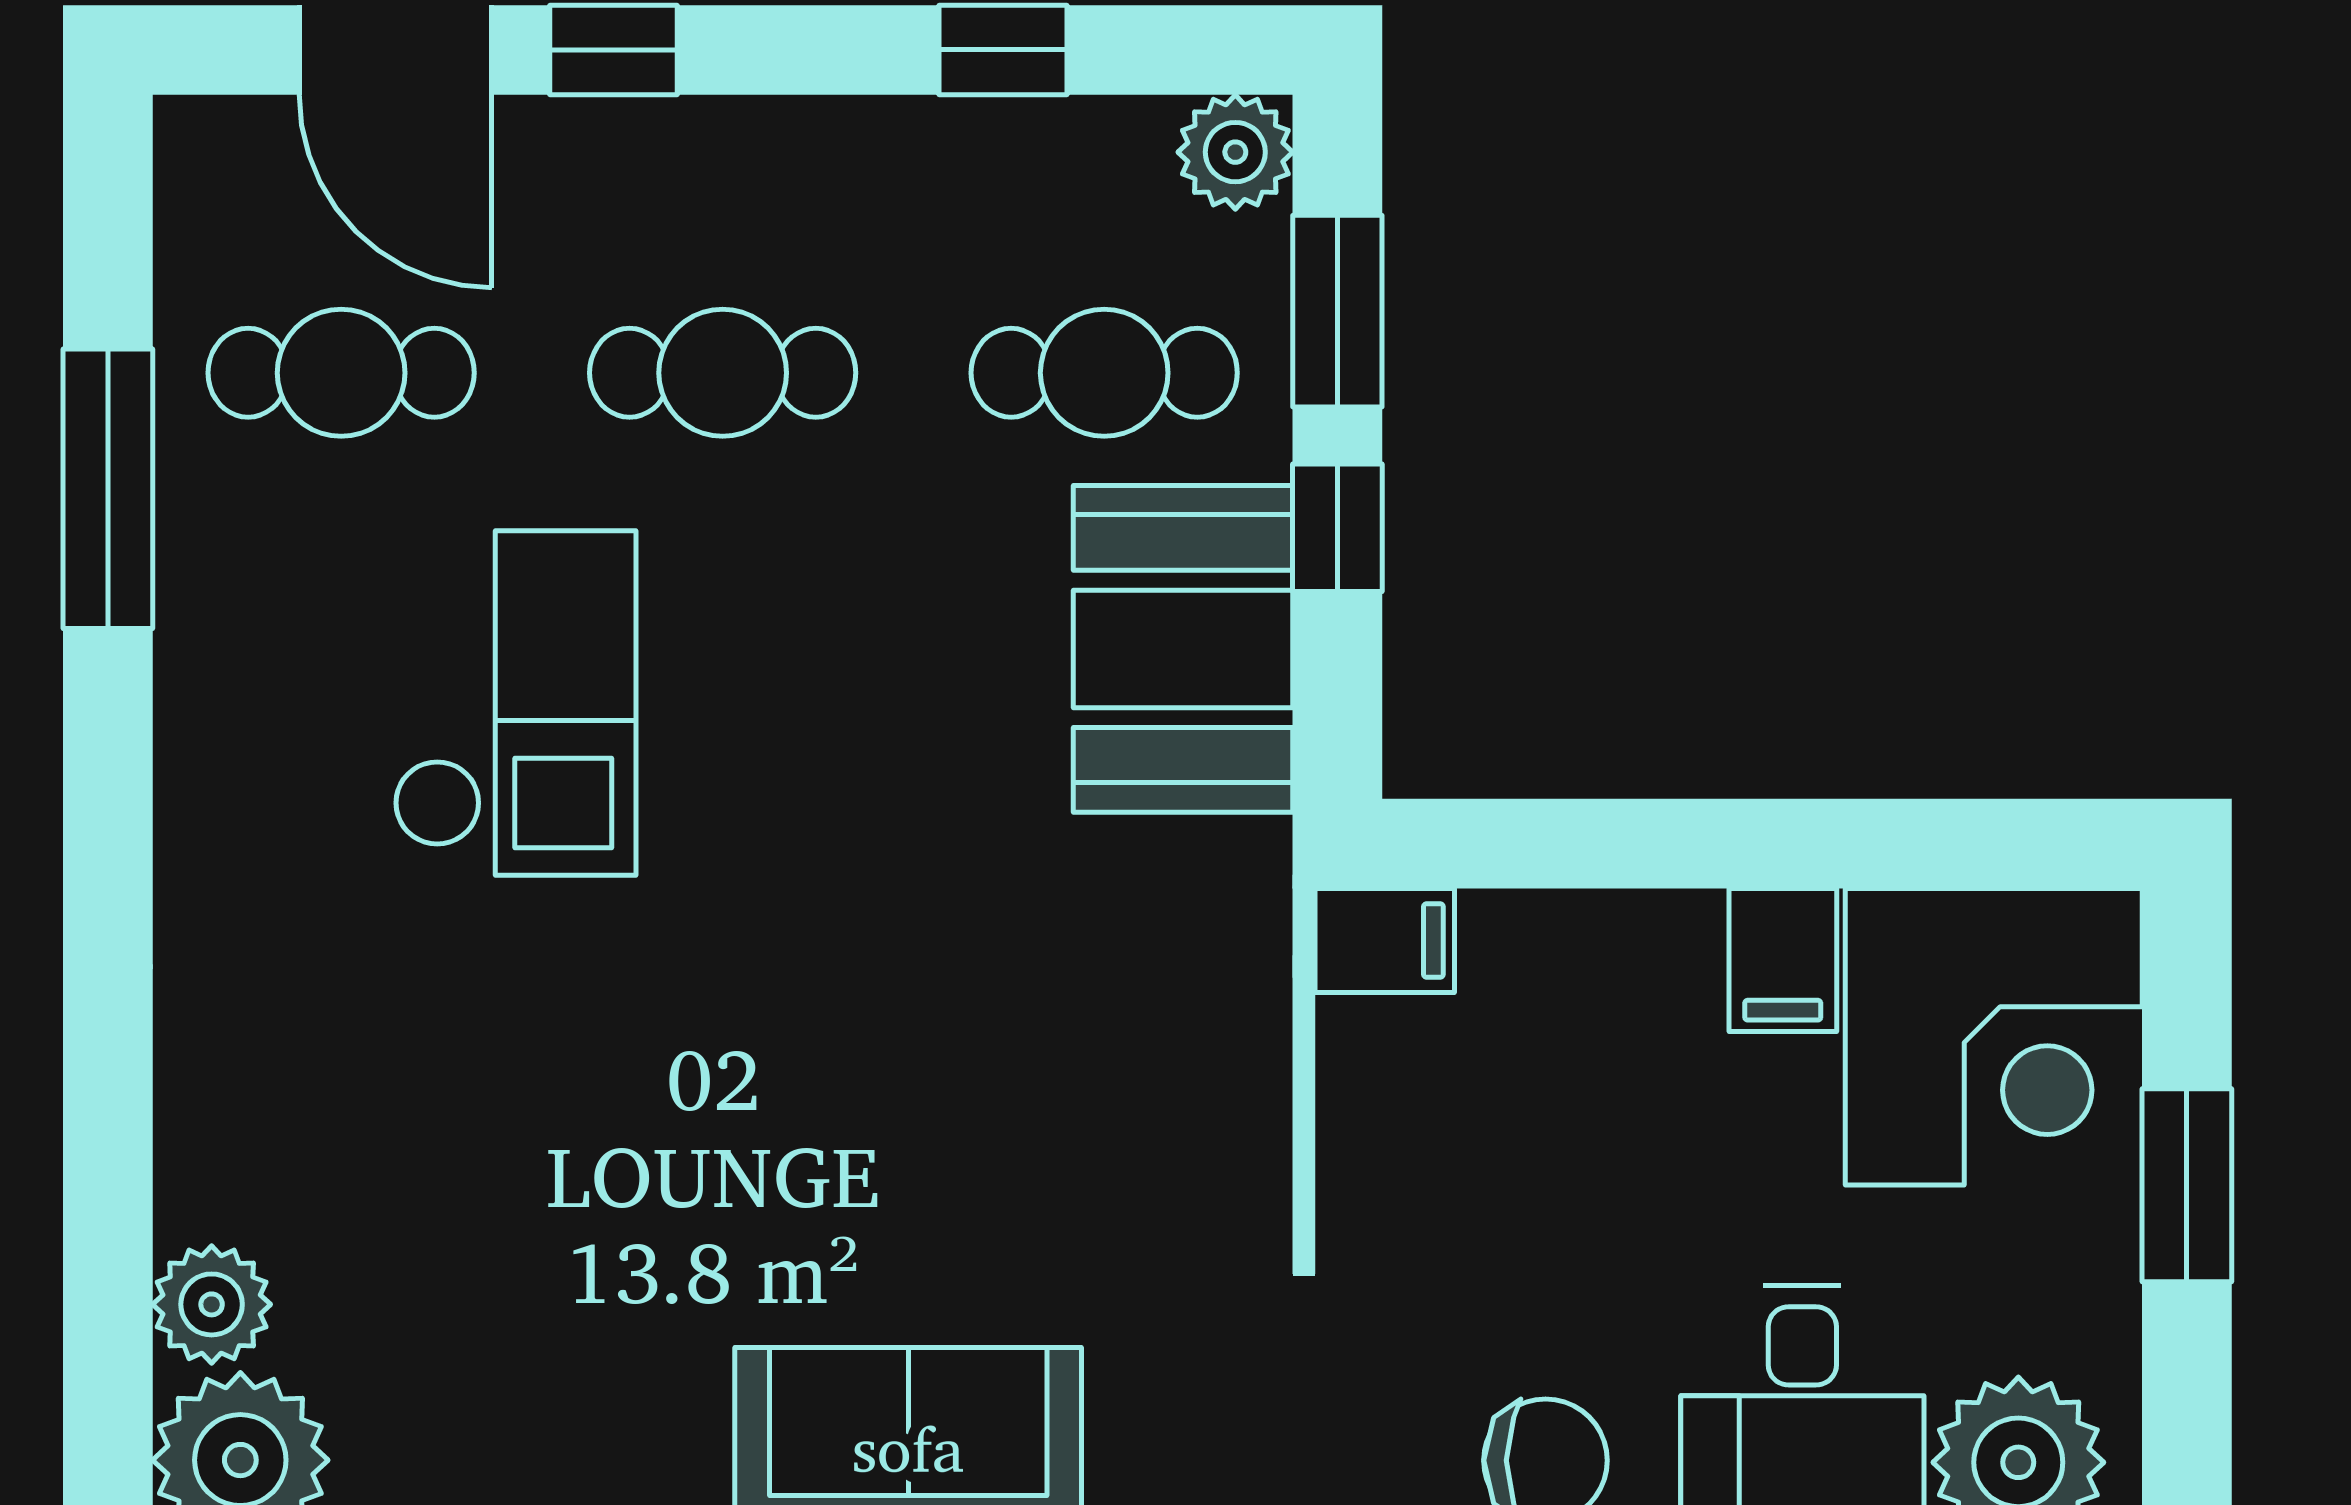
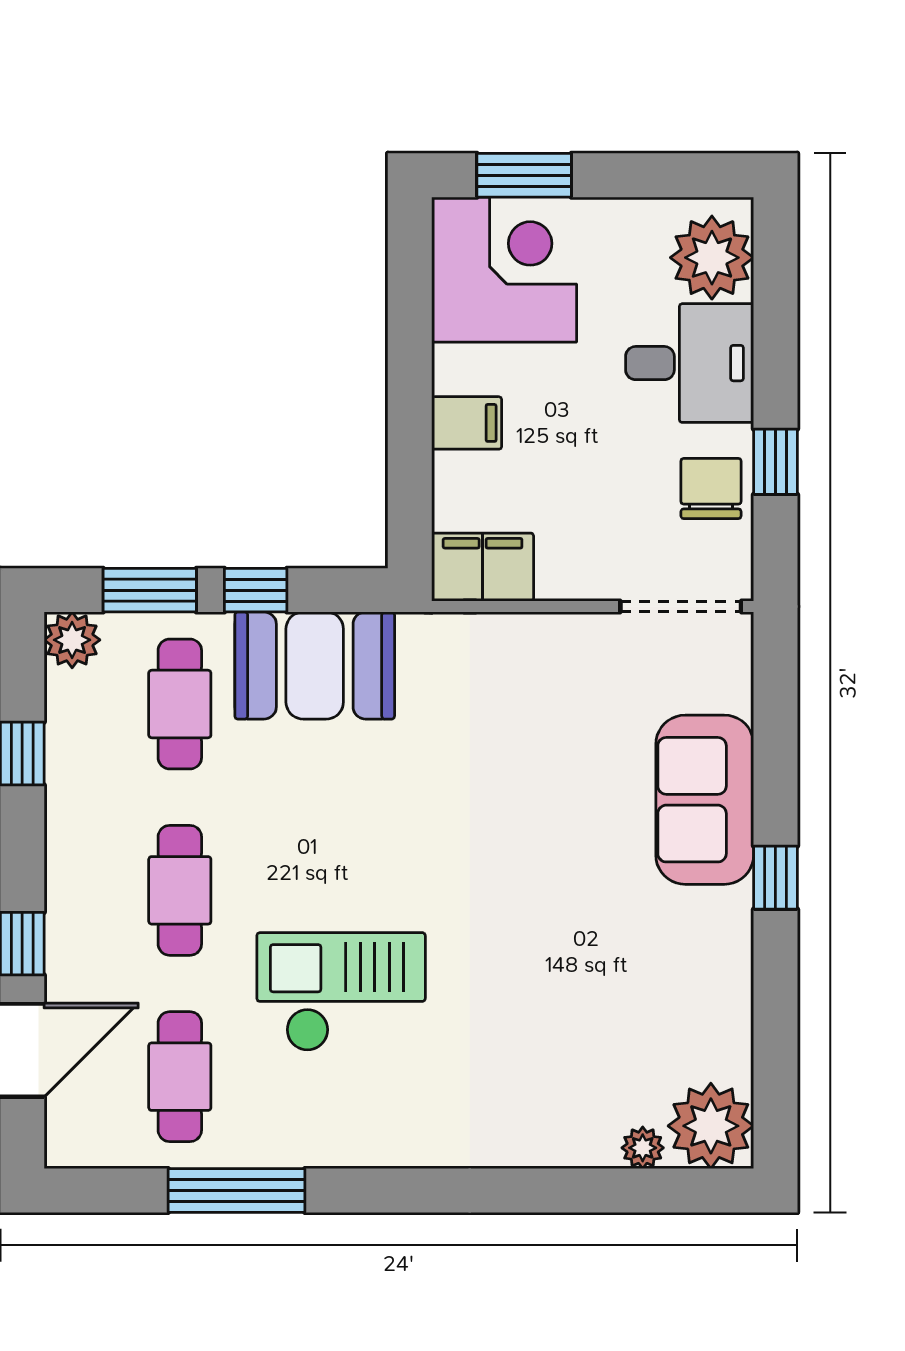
filing cabinet: (1385, 941) -> (483, 567), width x2.00
filing cabinet: (1783, 960) -> (467, 423), moved
window: (2187, 1185) -> (524, 175), moved
plant: (212, 1304) -> (643, 1148), width x0.73, depth x0.73

